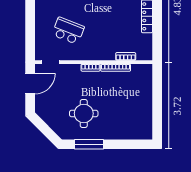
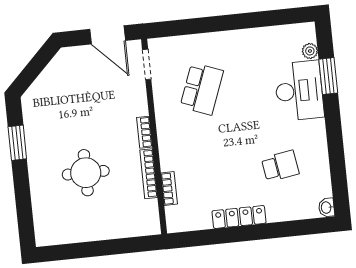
round table: (84, 113) -> (86, 173), moved
window: (89, 144) -> (17, 143), width x0.69

